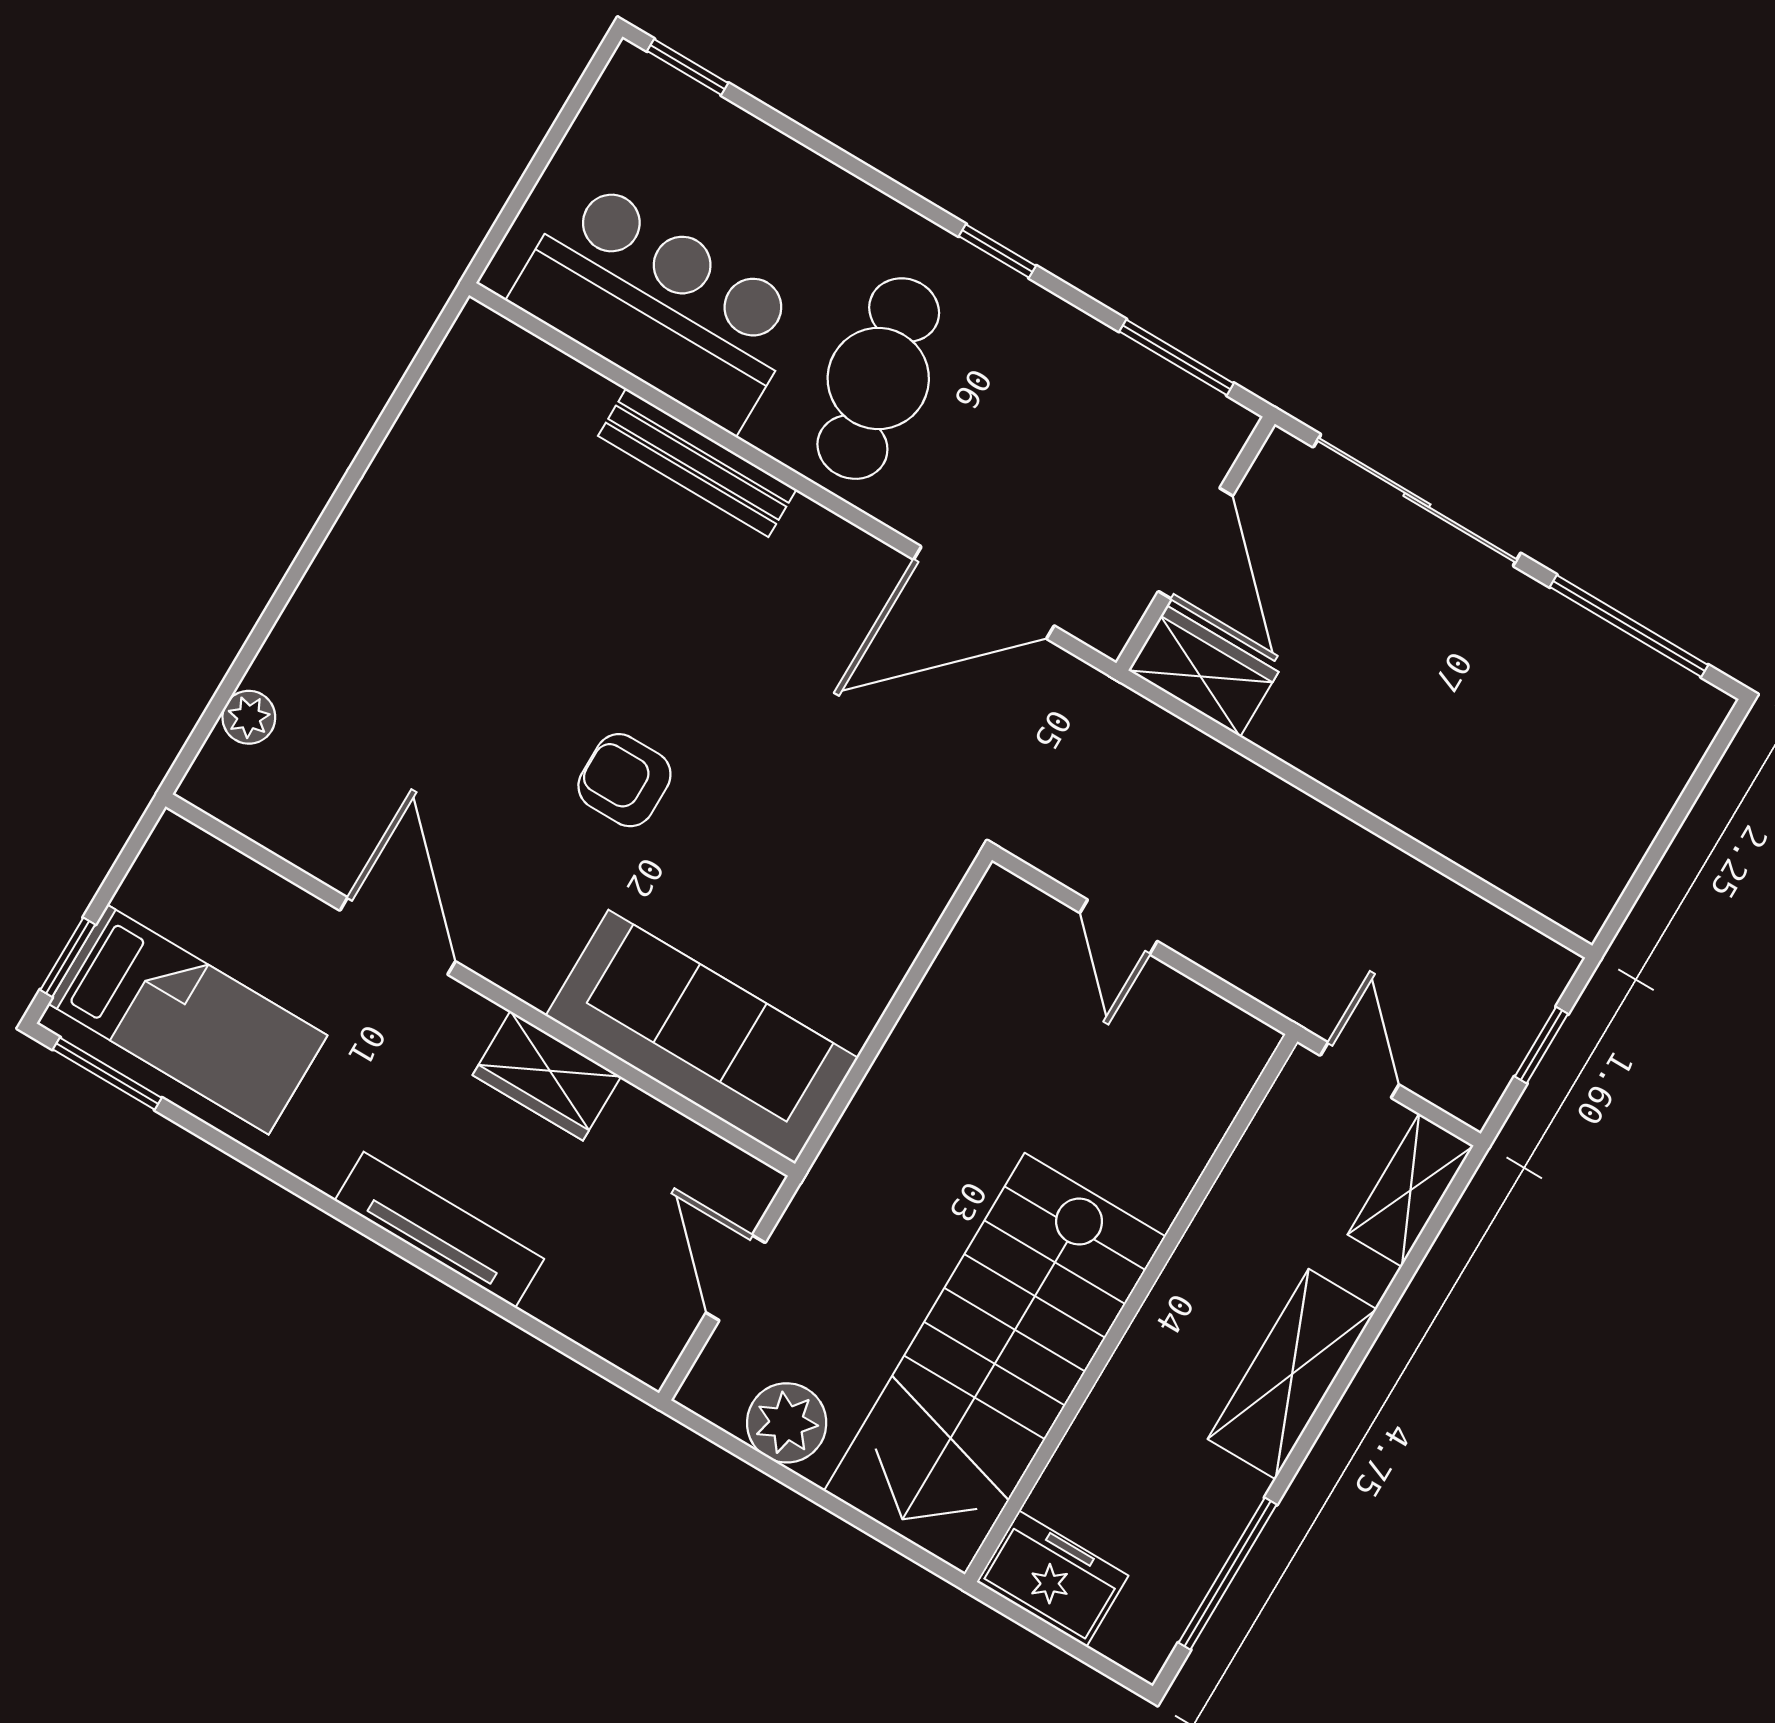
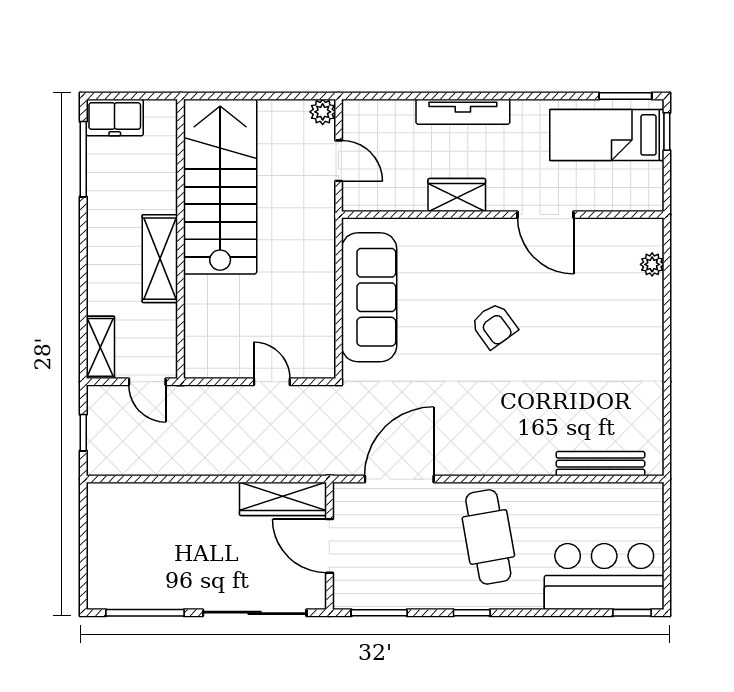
bar counter: (659, 305) -> (604, 577), moved, turned 180
bench: (697, 463) -> (600, 464), moved
wardrobe: (1203, 671) -> (283, 499), width x1.50
armchair: (624, 780) -> (494, 326), turned 54
sofa: (702, 1037) -> (369, 297), moved, turned -90
shelving: (1292, 1374) -> (160, 259), moved
plant: (787, 1423) -> (323, 112), moved, width x0.73, depth x0.73
freezer: (1053, 1579) -> (115, 117), moved

